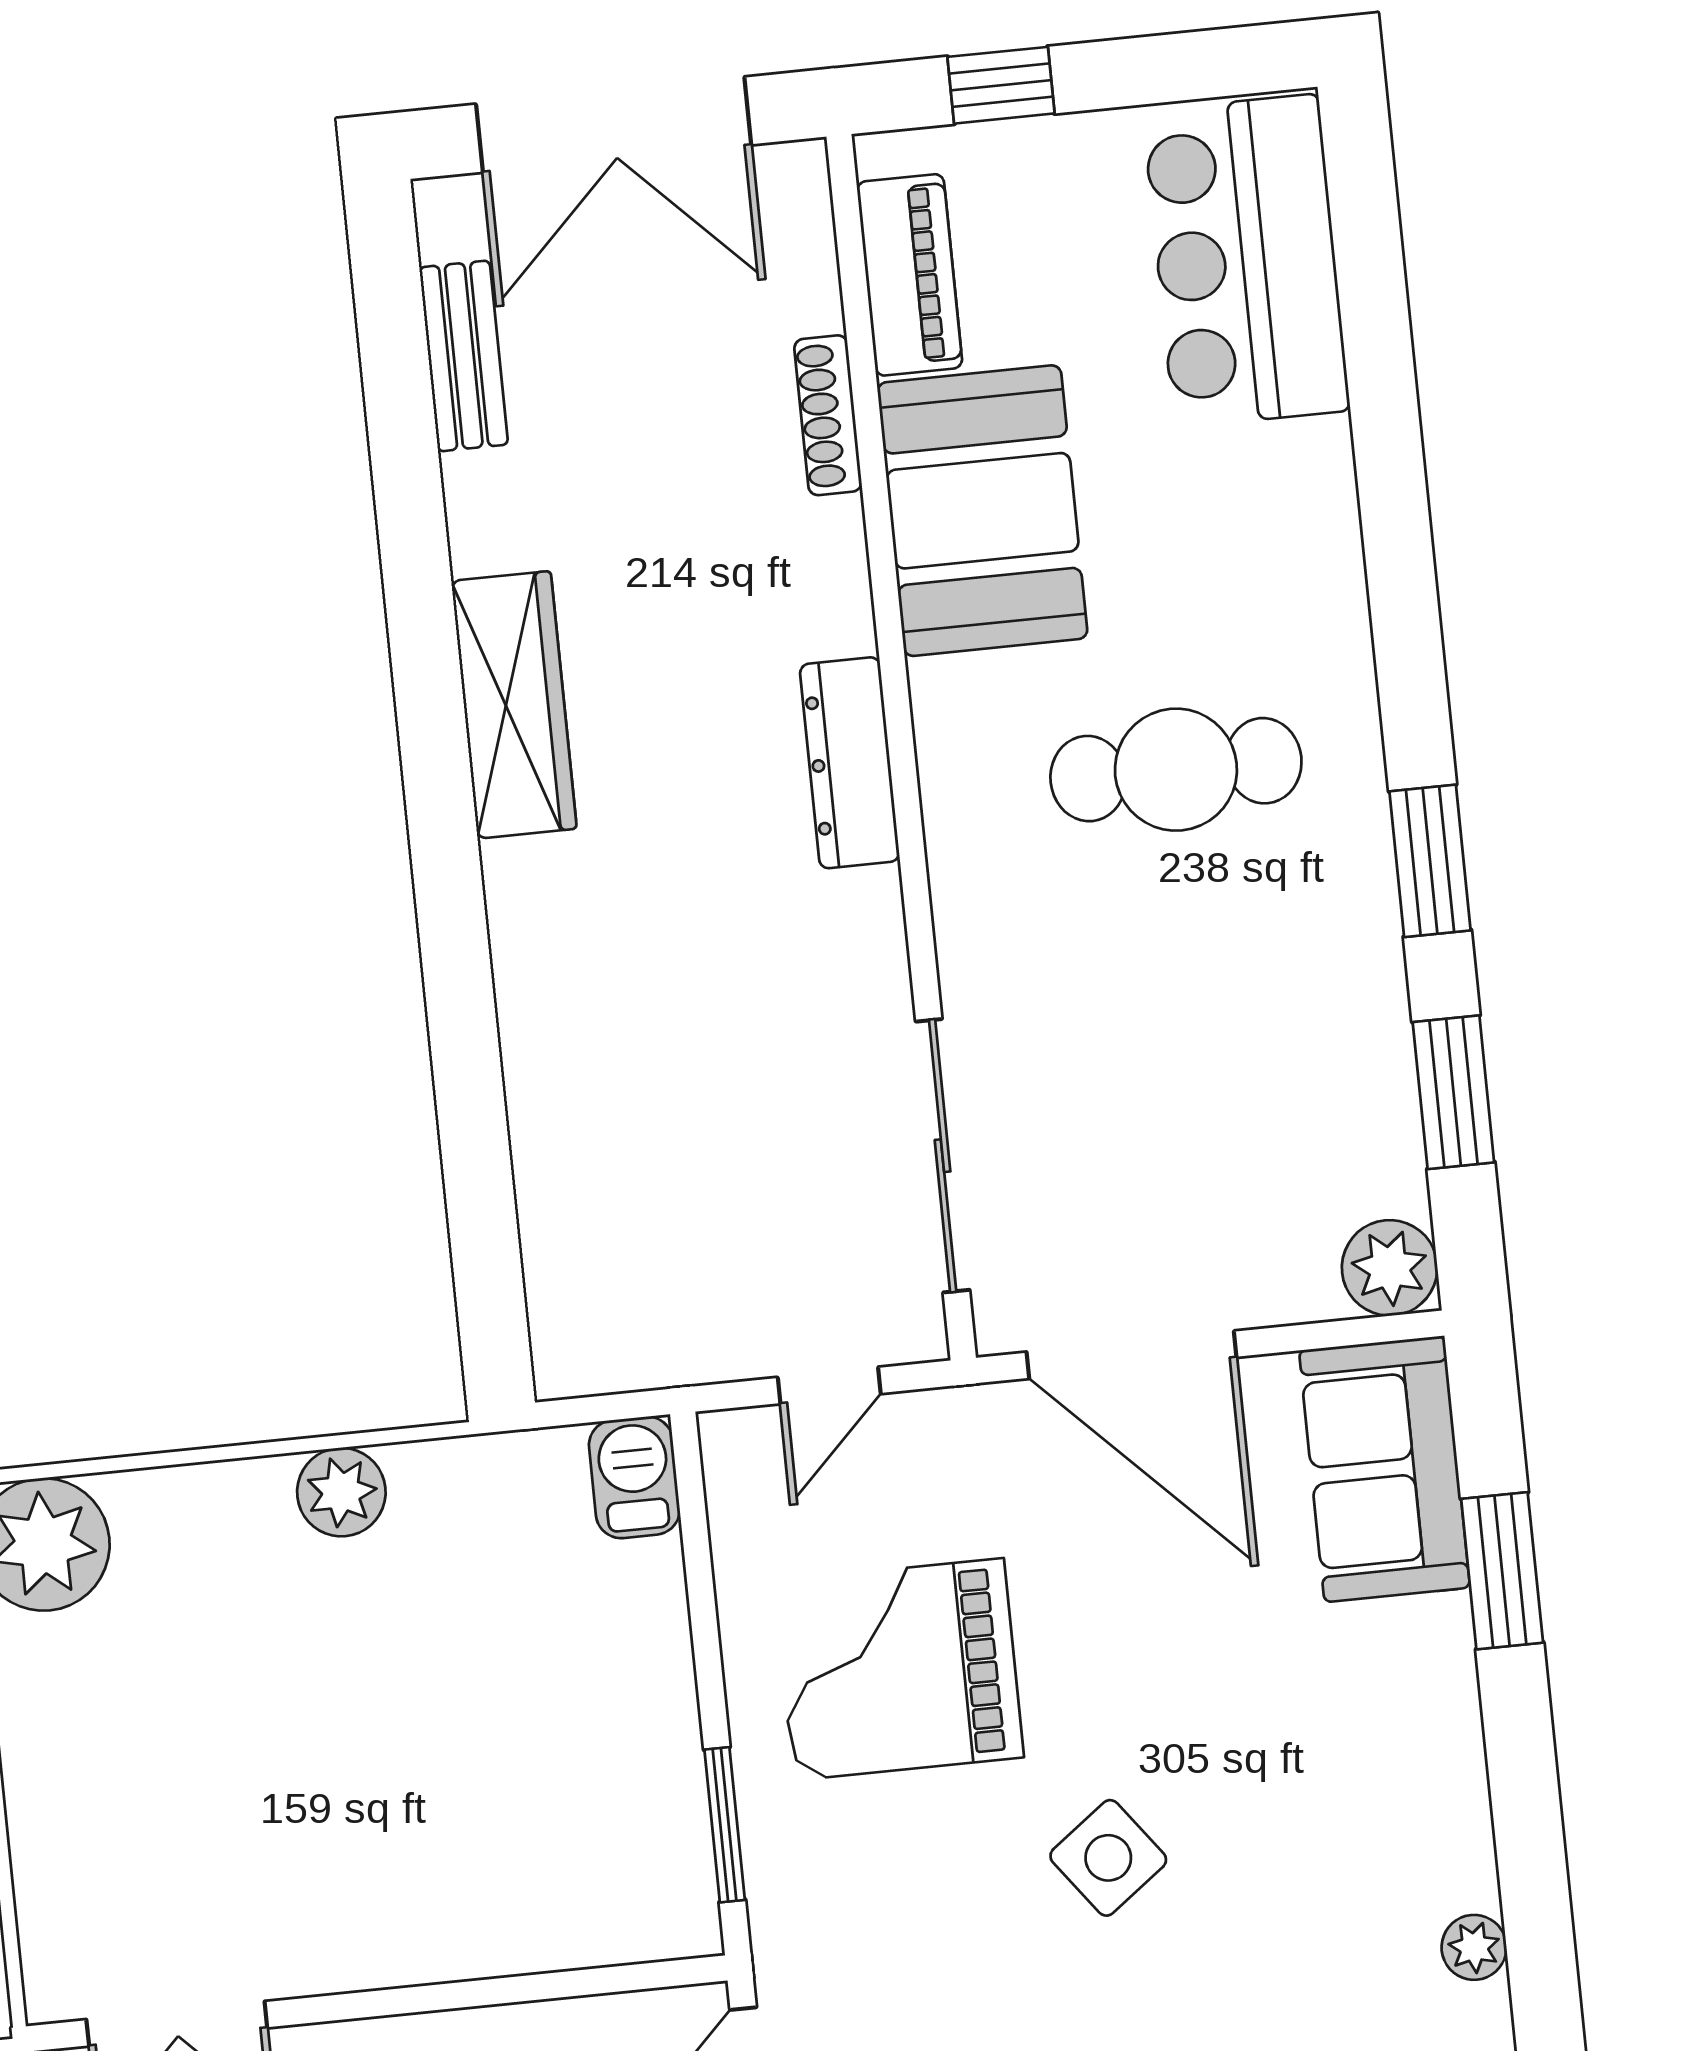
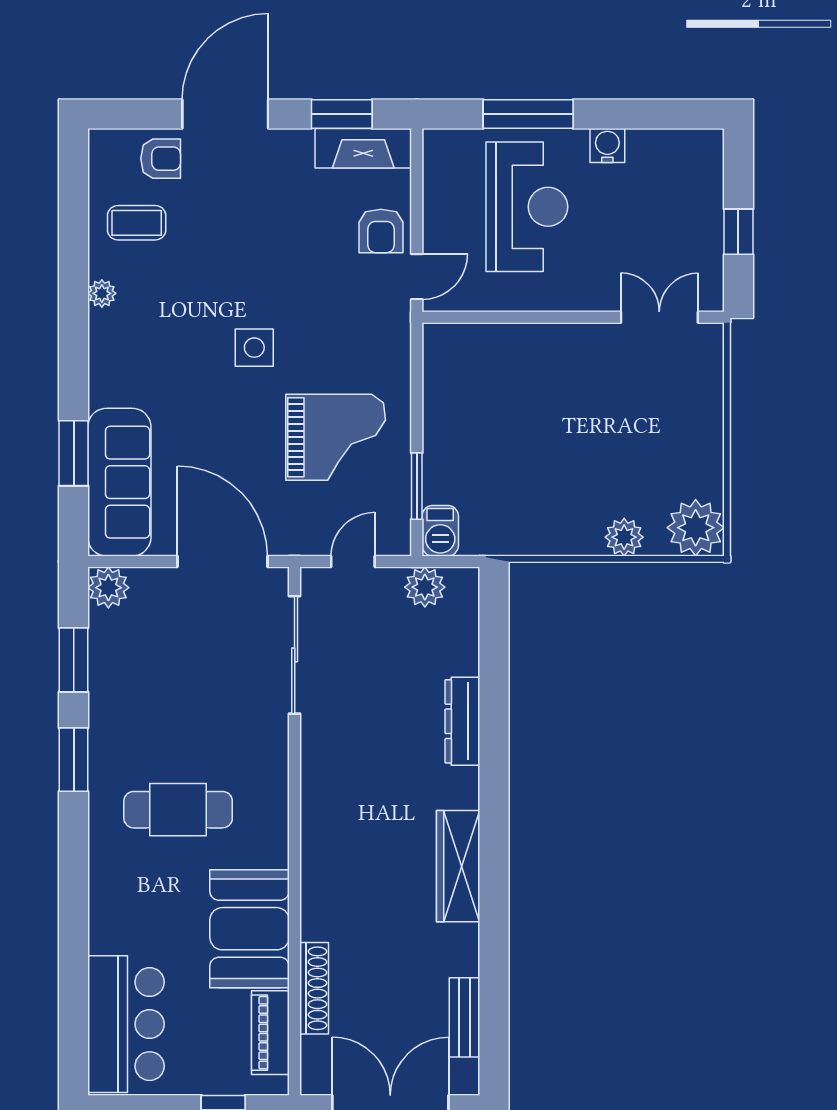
shoe rack: (828, 415) -> (314, 988), width x1.36, depth x1.24
dresser: (850, 763) -> (462, 721), moved, turned 180
plant: (657, 1343) -> (425, 587), added
sofa: (1384, 1469) -> (119, 482), width x1.36
plant: (341, 1492) -> (624, 537), moved
window: (725, 1825) -> (417, 486), moved
side table: (1108, 1858) -> (254, 348), turned 37

